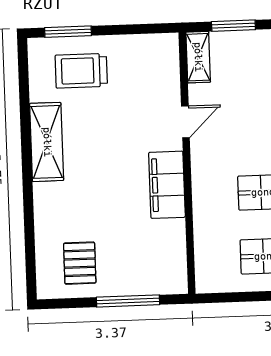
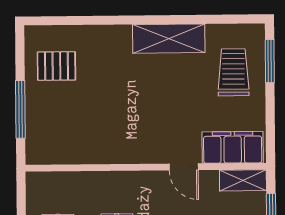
filing cabinet: (167, 185) -> (233, 147), moved

